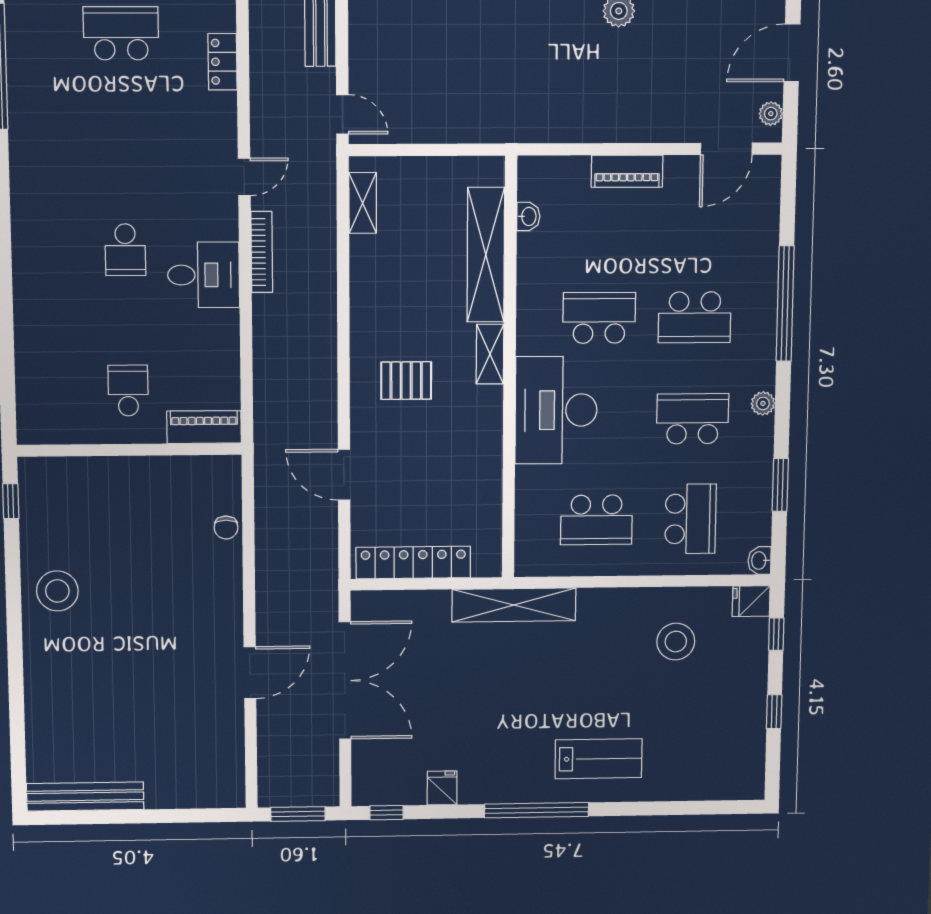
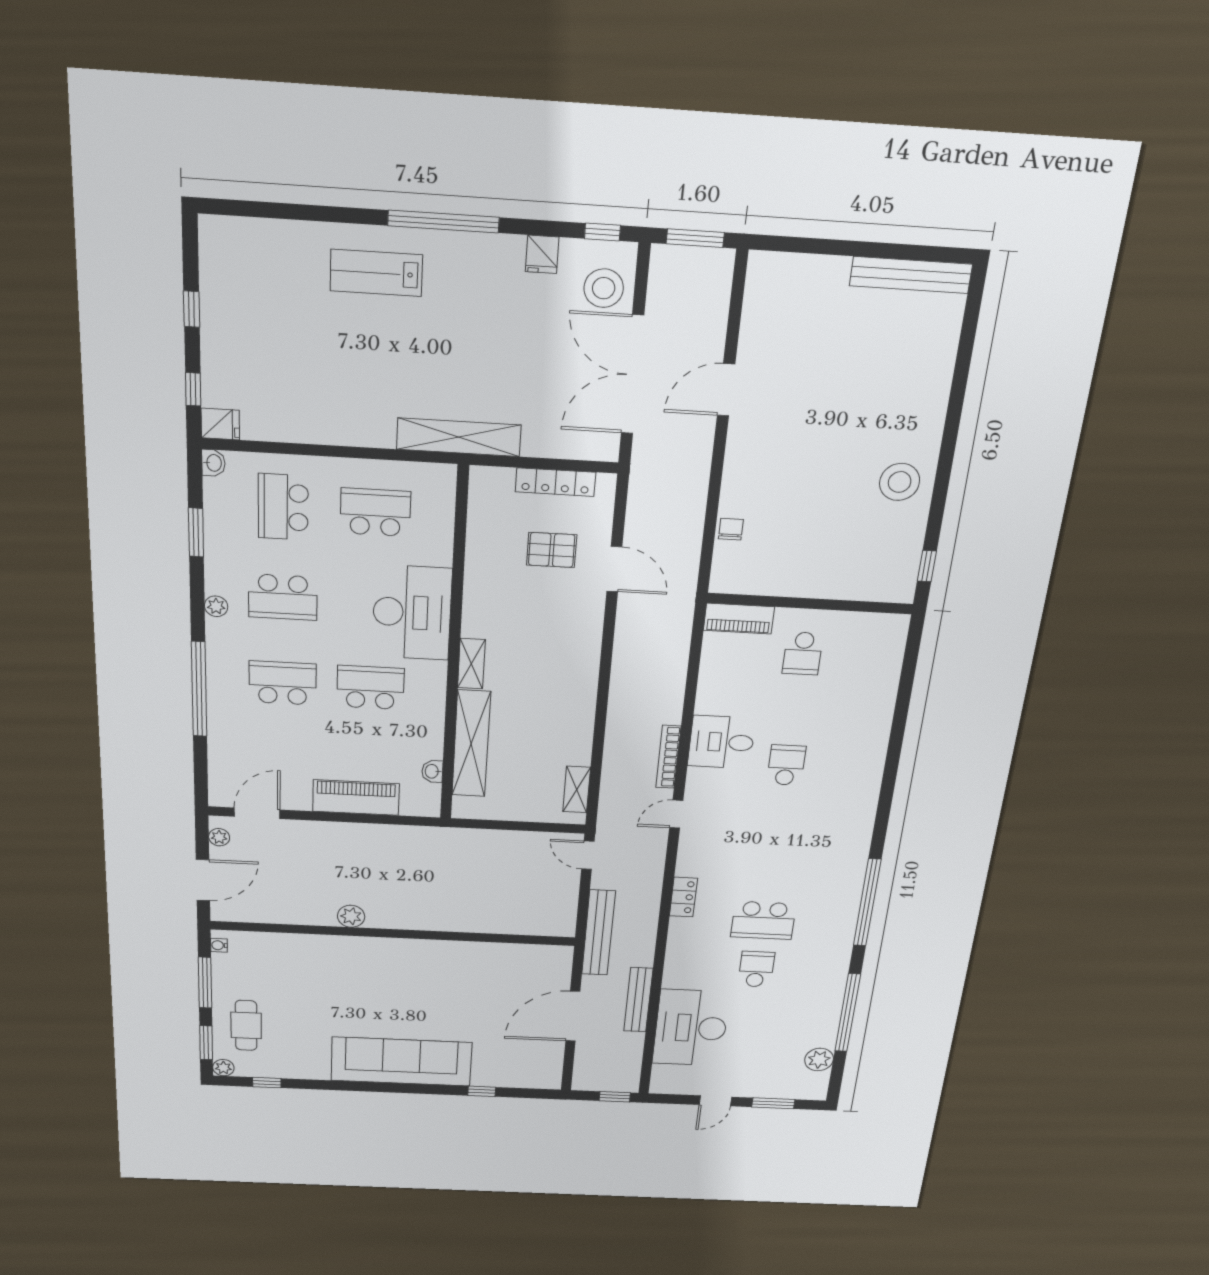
piano: (627, 171) -> (356, 798), width x1.37, depth x1.33
school desk: (599, 318) -> (370, 688), turned 180
pallet: (406, 381) -> (552, 550), moved
locker: (413, 563) -> (555, 482), width x0.71, depth x0.83
stool: (676, 642) -> (604, 288), moved

